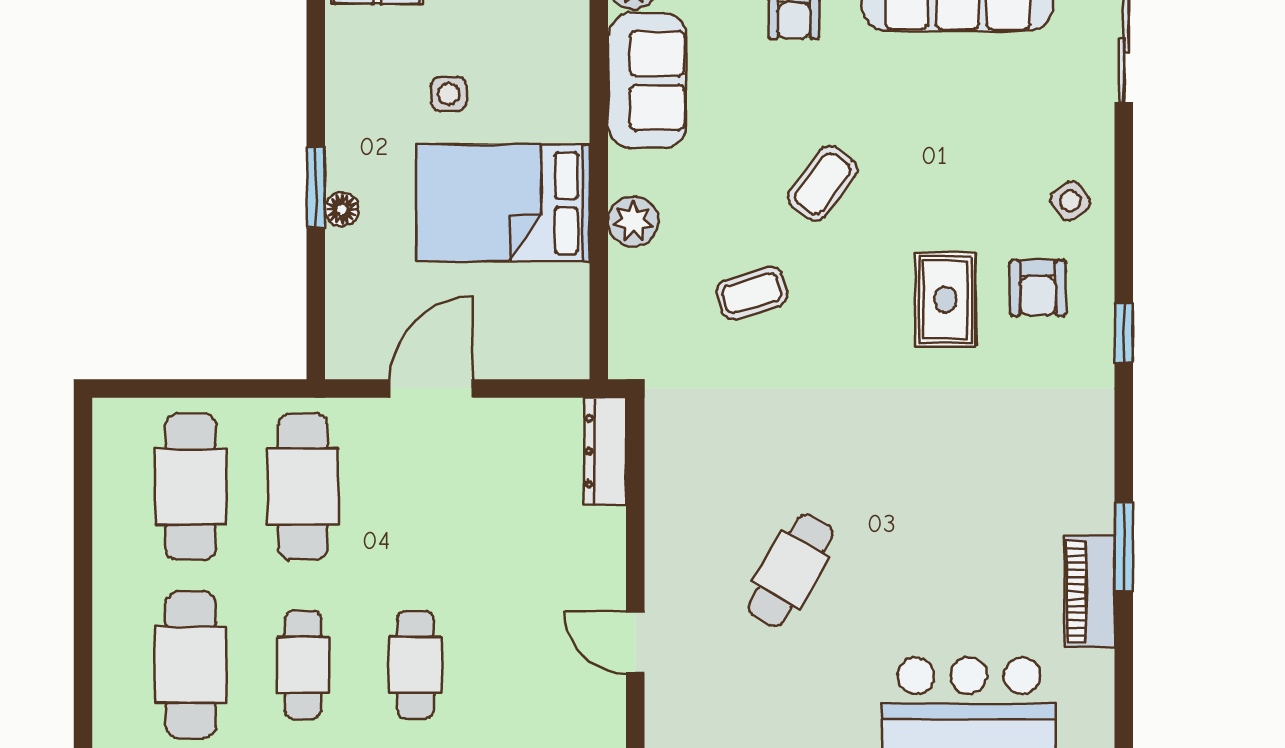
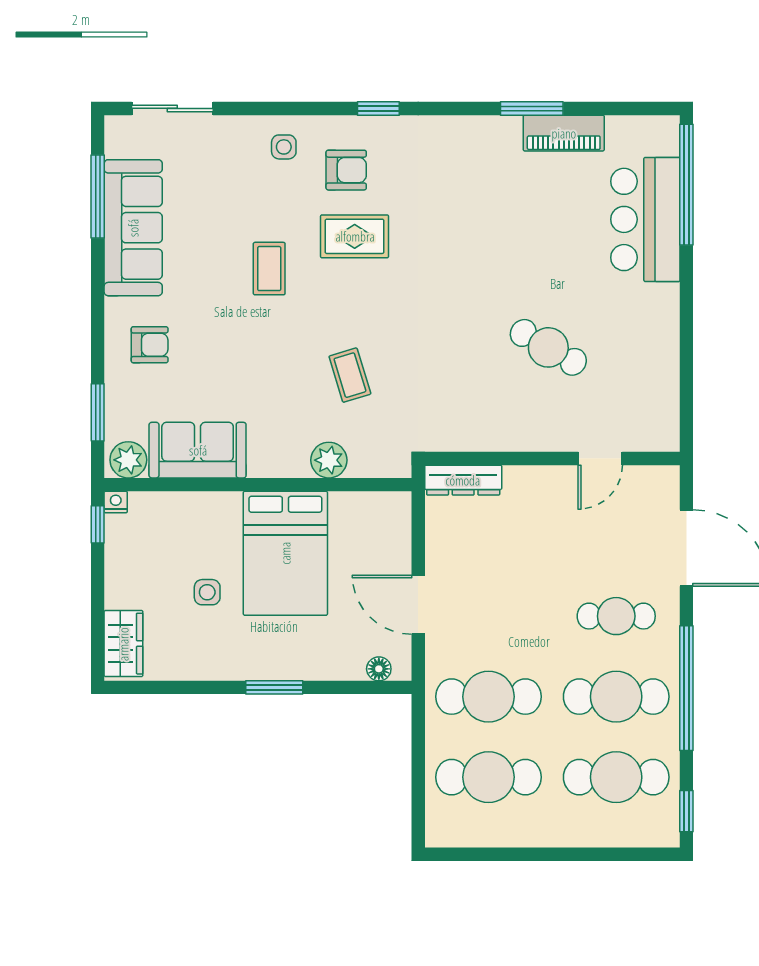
coffee table: (822, 184) -> (269, 269), moved, turned 53
side table: (1070, 201) -> (284, 147), turned 35
floor lamp: (342, 209) -> (379, 669), moved
plant: (633, 221) -> (329, 460), moved
cafe table: (303, 665) -> (616, 697), width x1.37, depth x1.35

